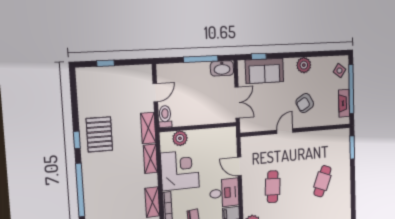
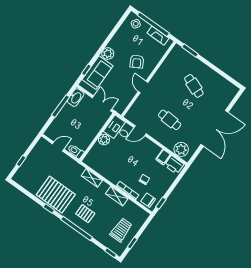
plant: (304, 65) -> (108, 54), moved
door: (155, 93) -> (58, 146), hinge flipped
shelving: (148, 128) -> (74, 166), removed
pallet: (99, 134) -> (56, 195), width x1.37, depth x1.41
plant: (180, 138) -> (104, 139), moved
corner desk: (180, 170) -> (112, 167), removed
pallet: (105, 185) -> (85, 214), added
desk: (224, 193) -> (118, 129), moved, turned -90

